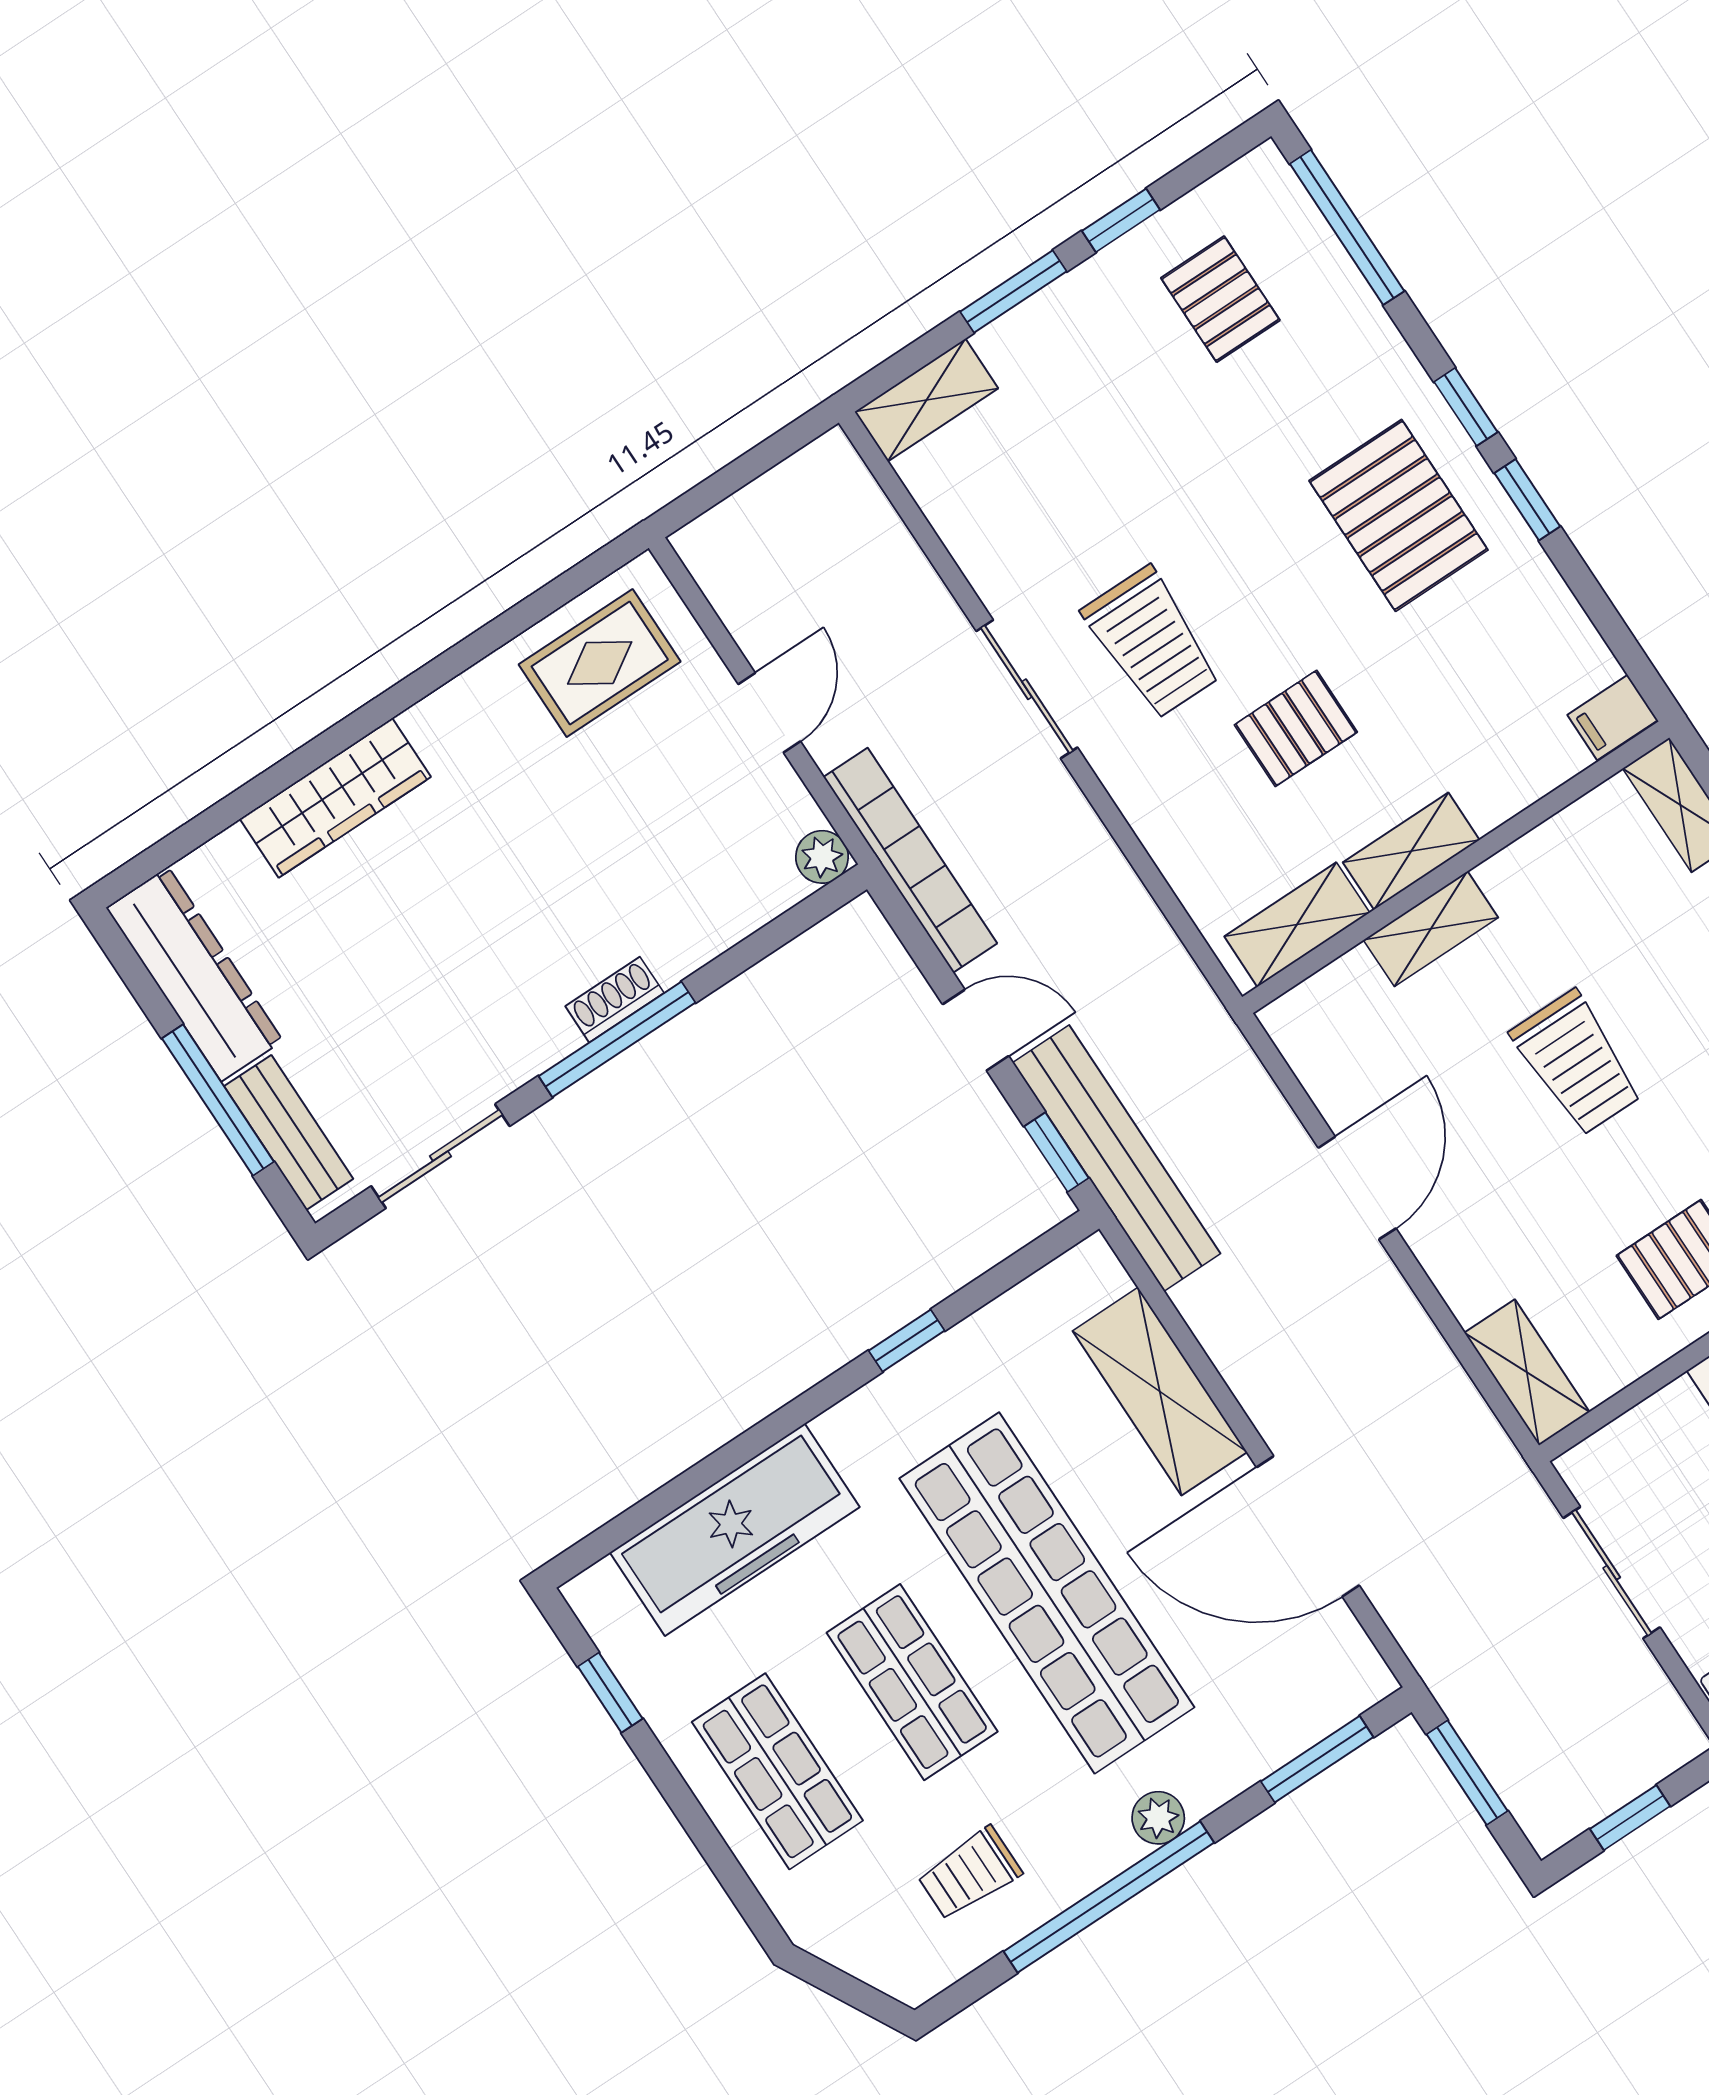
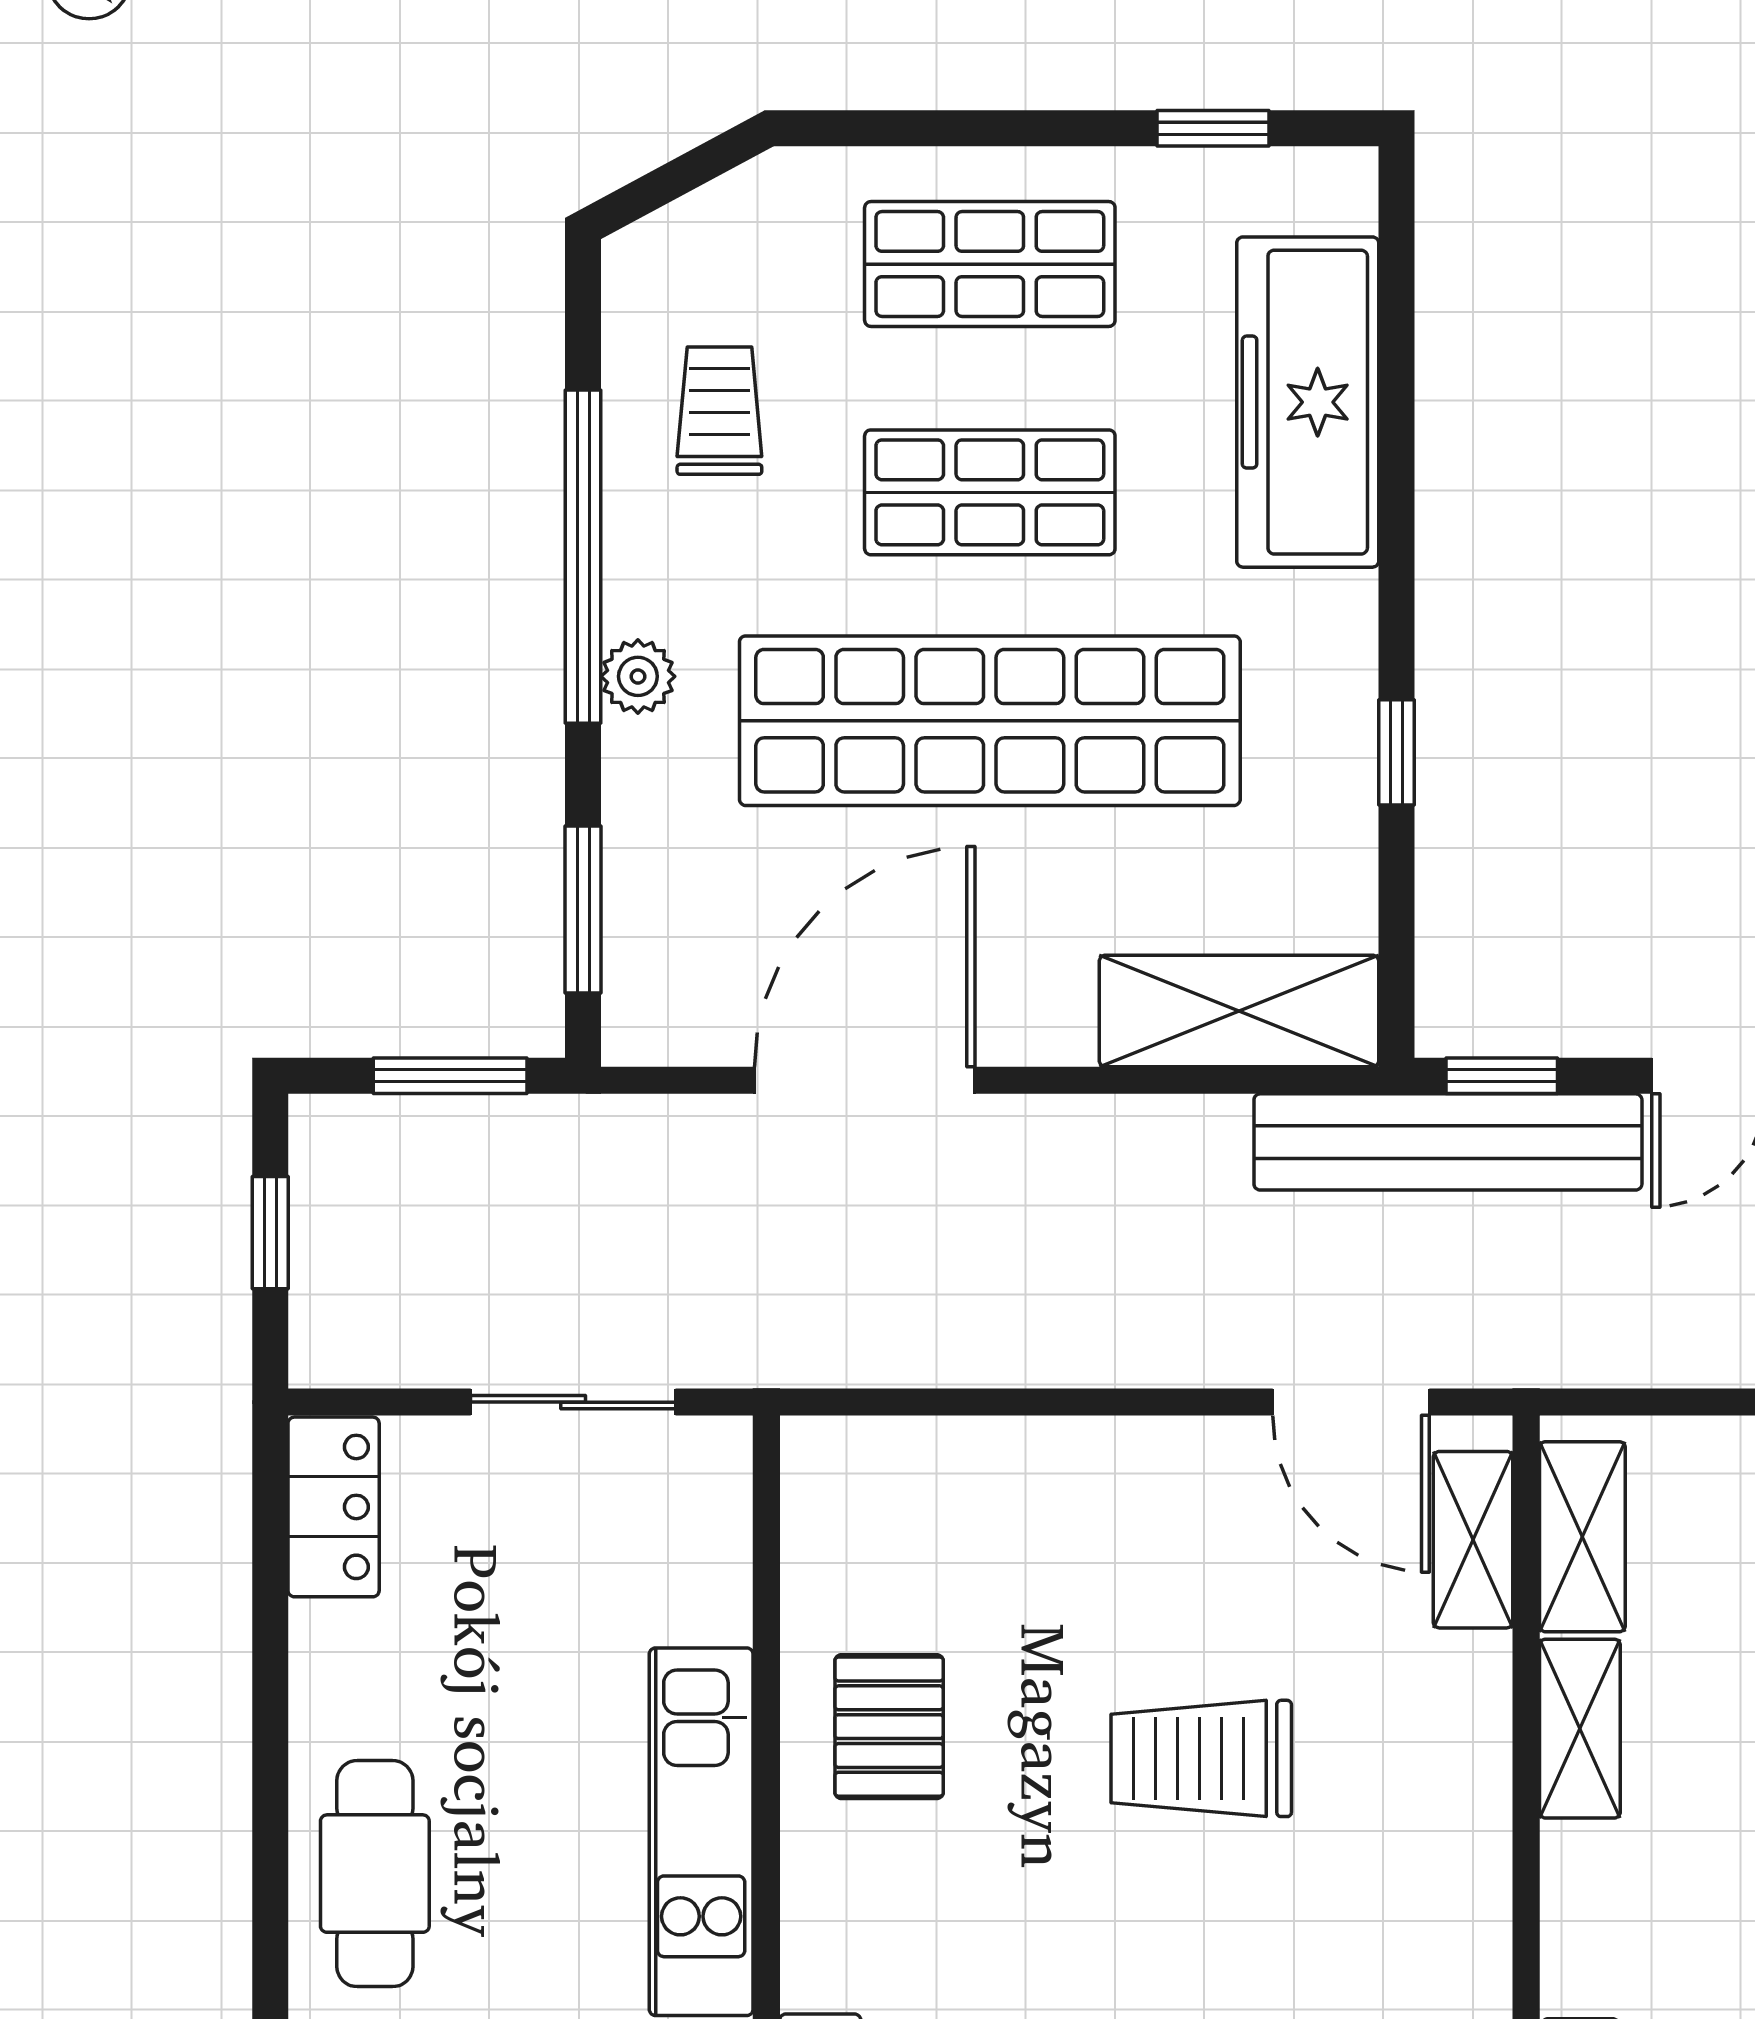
shelving: (1431, 929) -> (1473, 1540), moved
door: (1357, 1188) -> (1351, 1402), moved
shelving: (1527, 1372) -> (875, 1458), removed
shelving: (1160, 1391) -> (1239, 1011), moved

